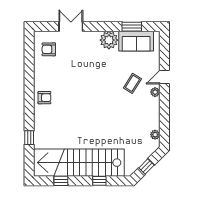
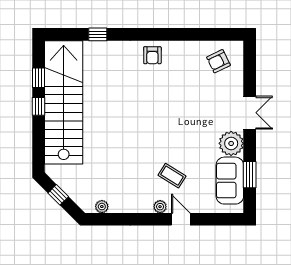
double door: (71, 27) -> (250, 113), moved
armchair: (49, 49) -> (218, 61), turned -116
window: (99, 181) -> (39, 106), moved

